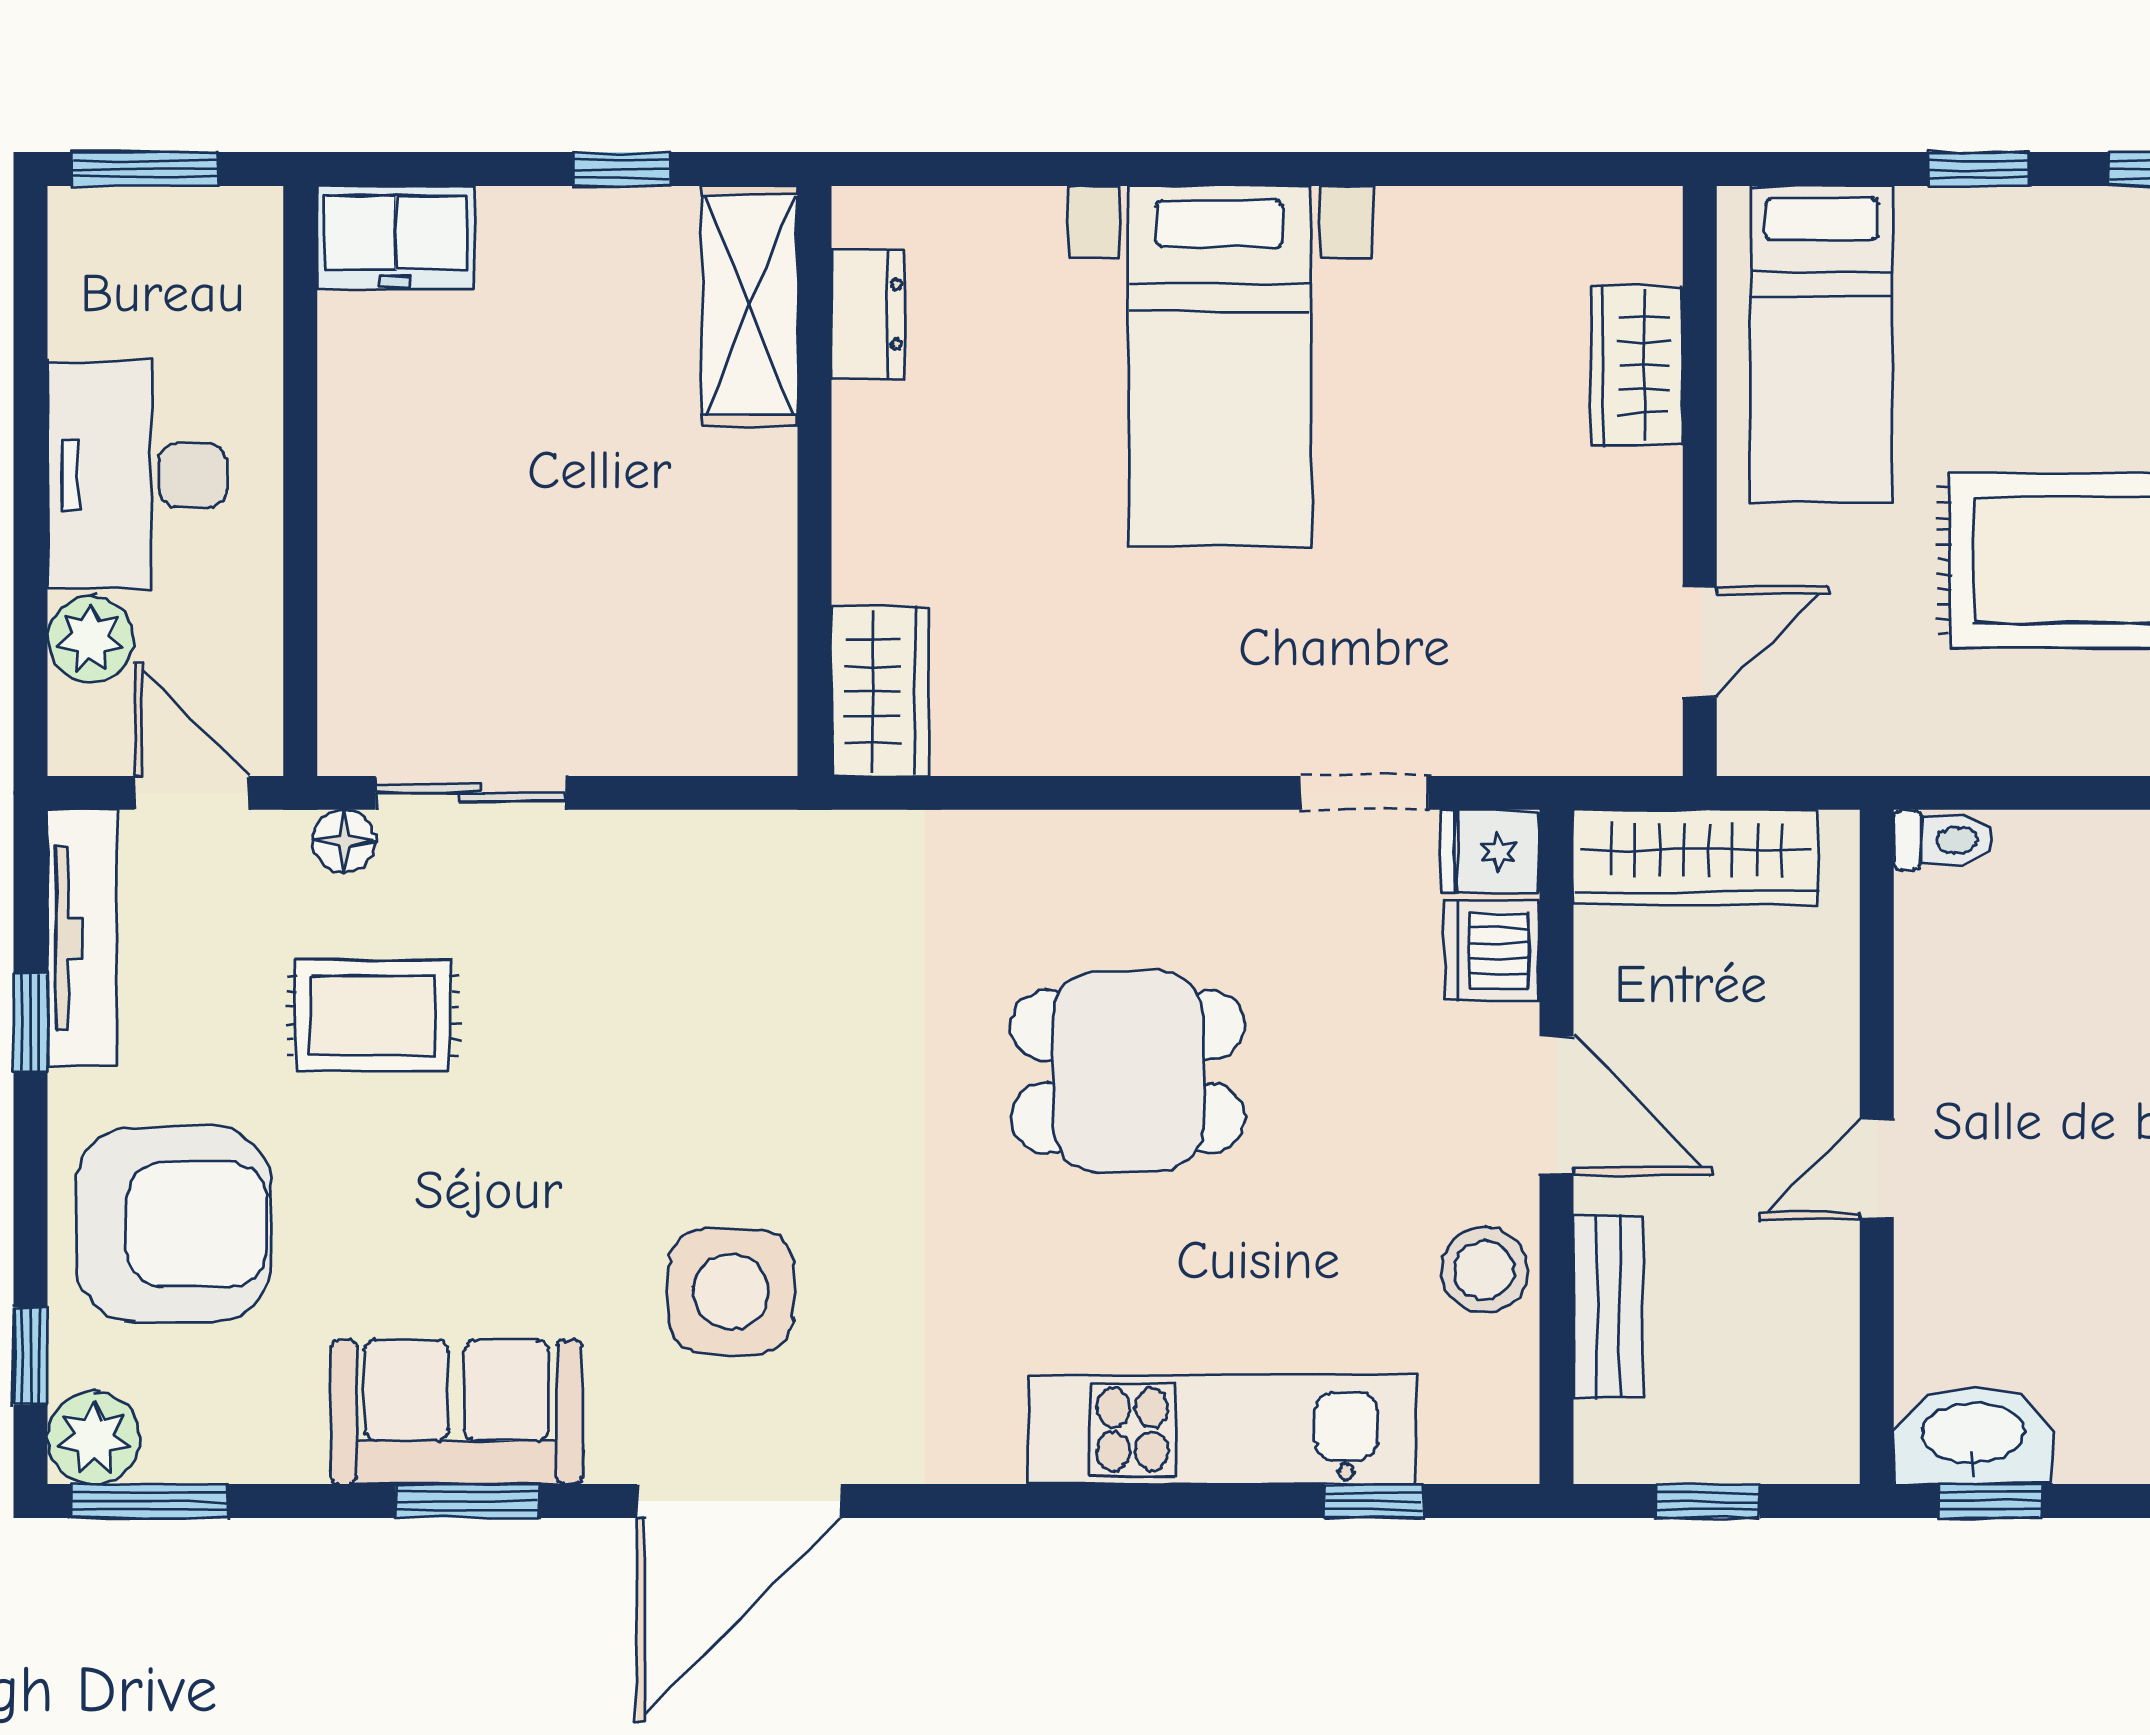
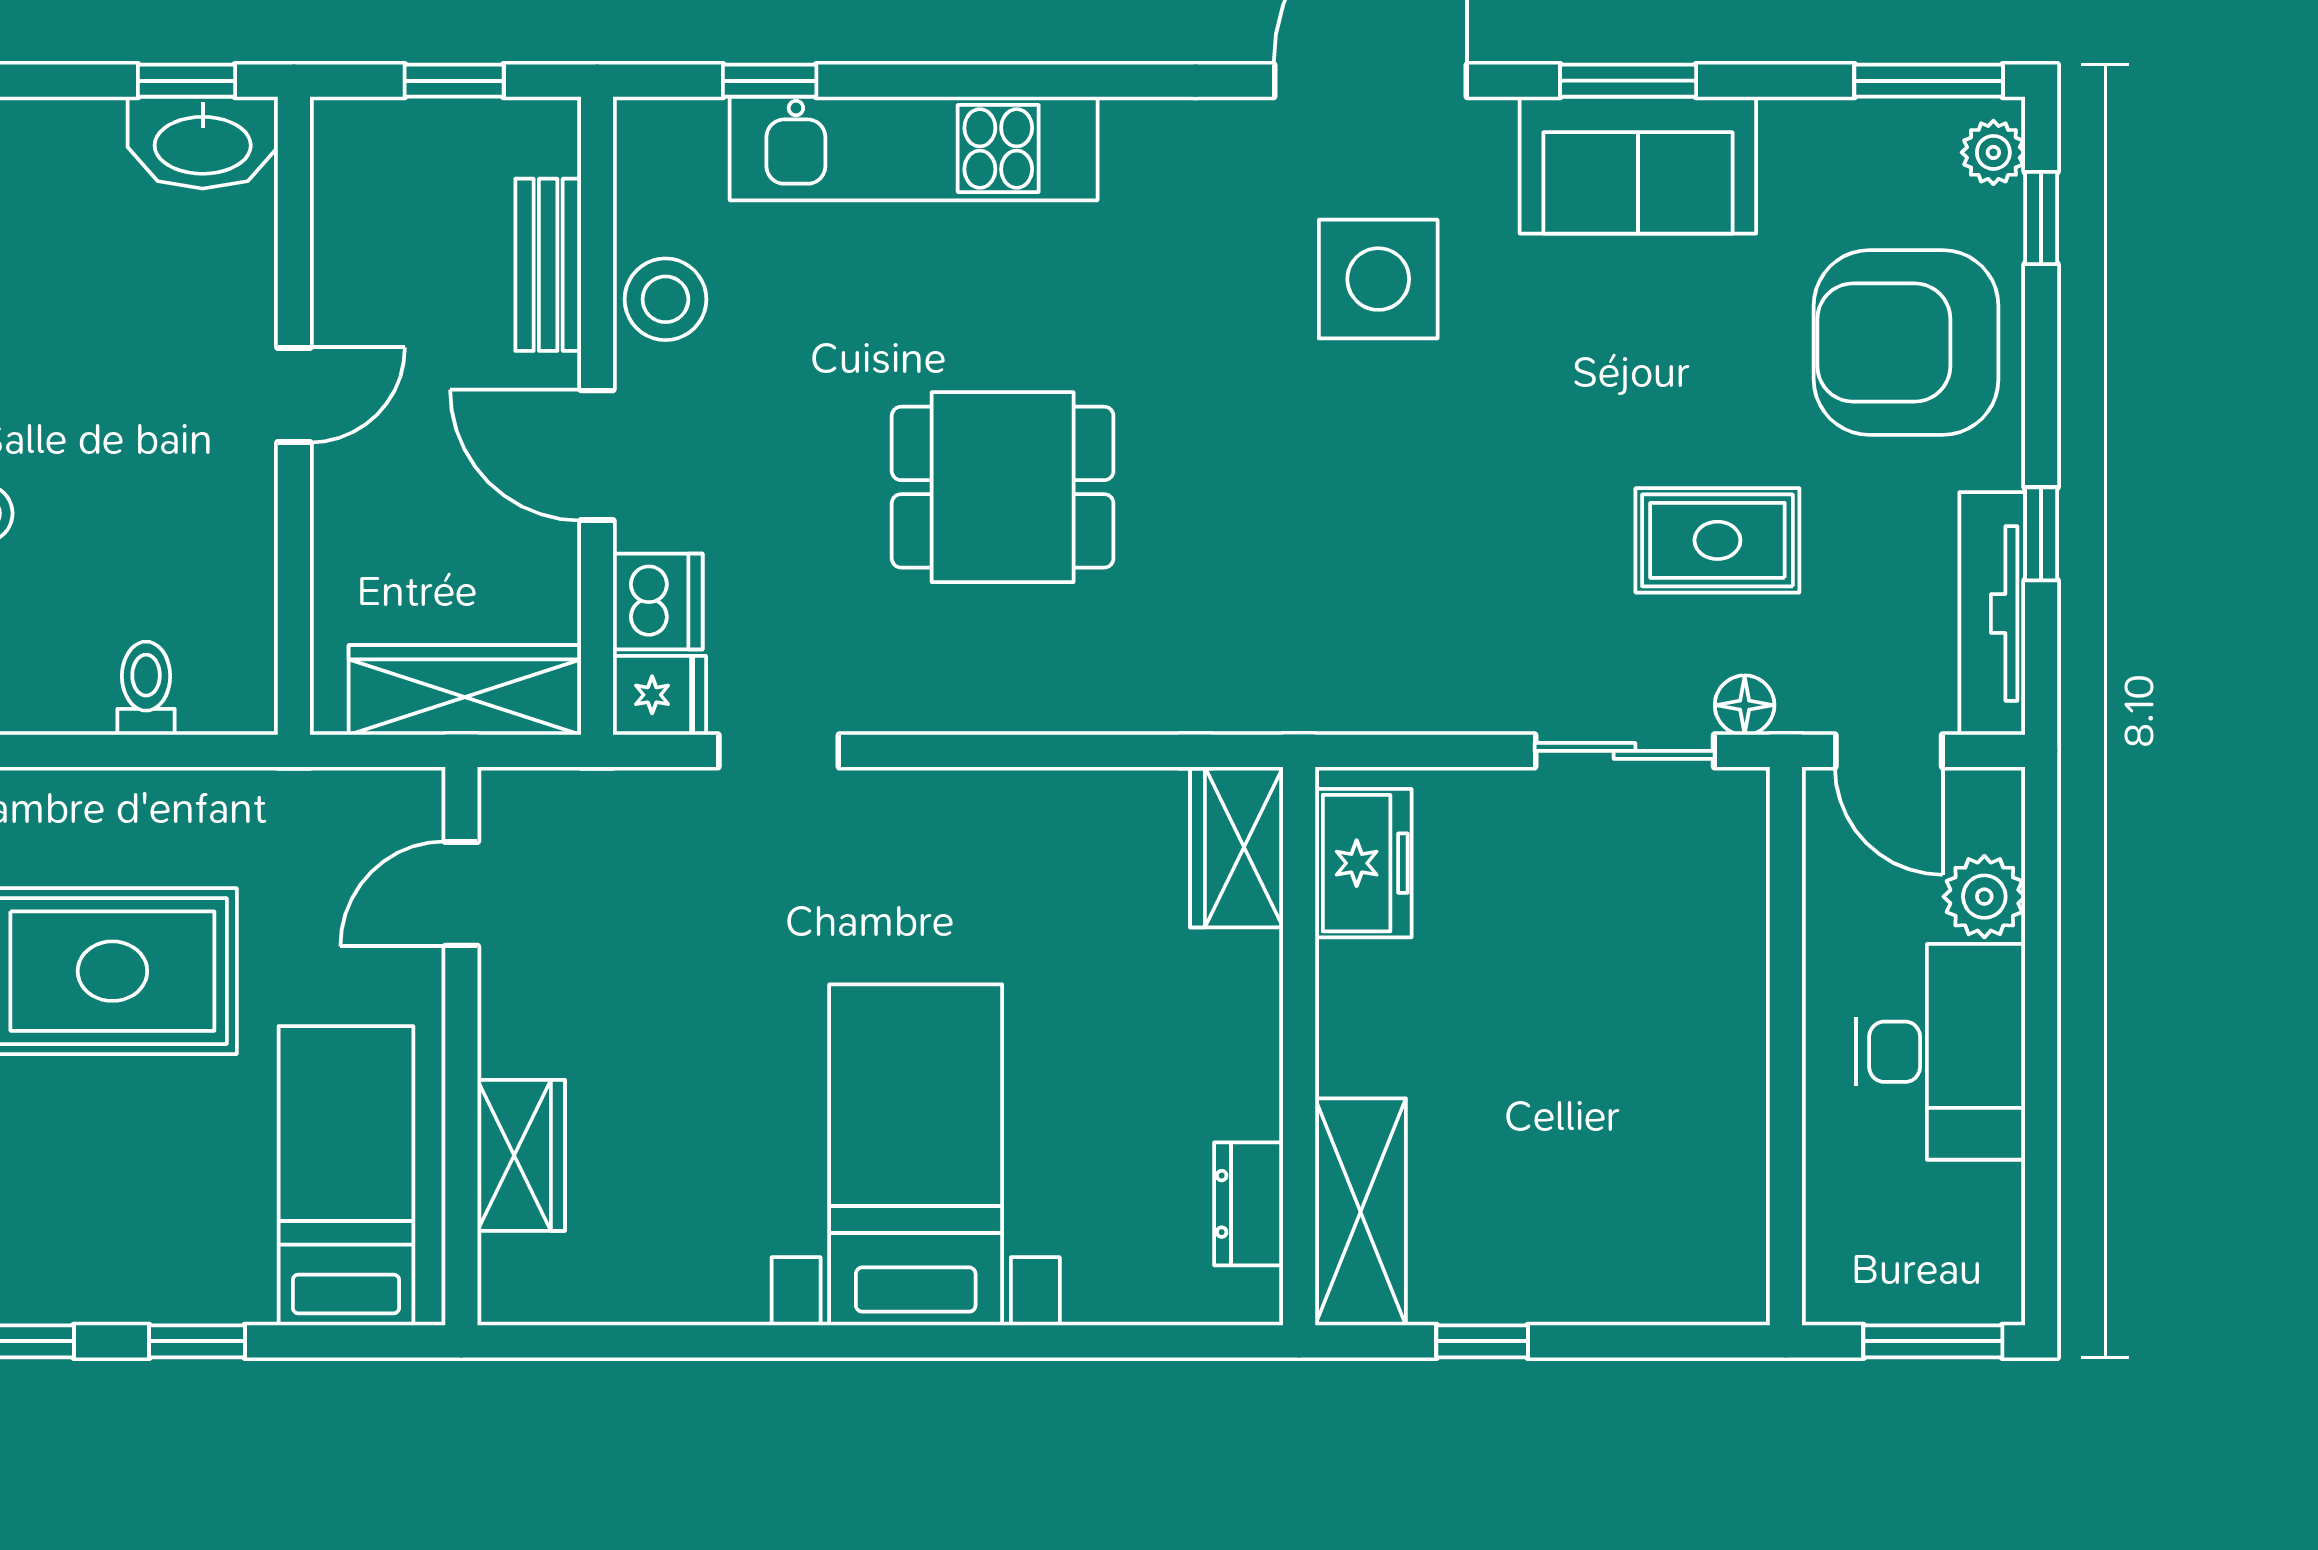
freezer: (396, 237) -> (1363, 863), moved, turned 90
toilet: (1943, 840) -> (146, 688), moved, turned 90
plant: (94, 1438) -> (1993, 152), width x0.73, depth x0.73

